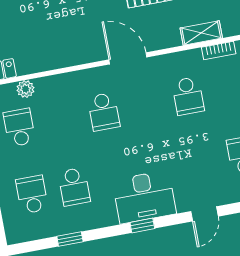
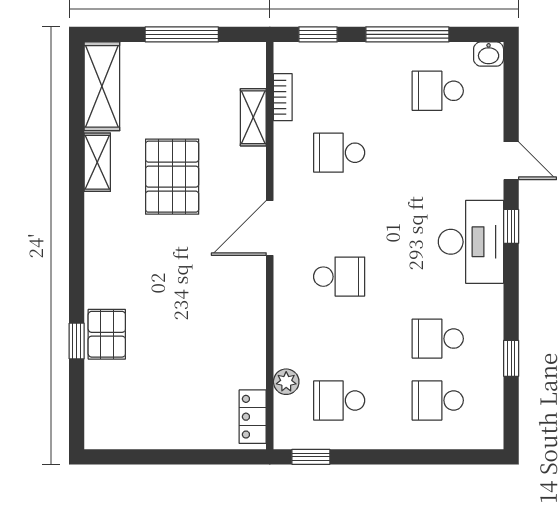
school desk: (188, 96) -> (339, 153), turned 180
school desk: (74, 187) -> (438, 339), turned 180
window: (142, 226) -> (511, 226), moved

